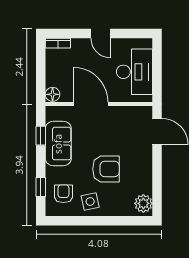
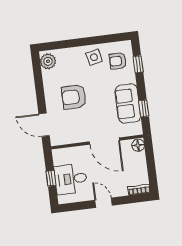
window: (157, 69) -> (51, 178), added
desk: (134, 72) -> (71, 179), width x0.73
armchair: (106, 169) -> (74, 97), moved
armchair: (63, 194) -> (118, 61), turned 90

